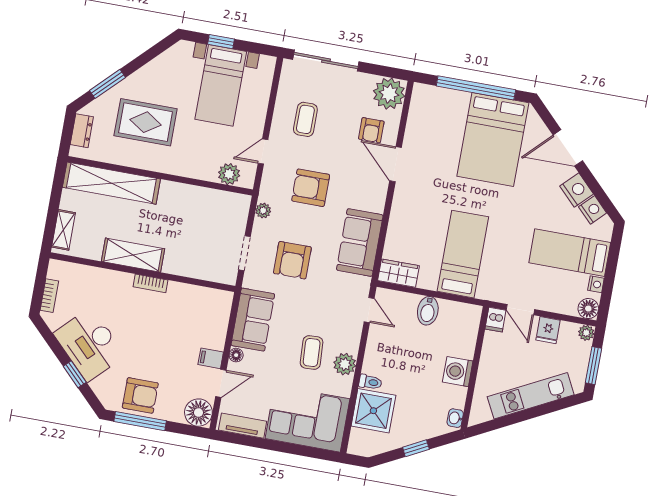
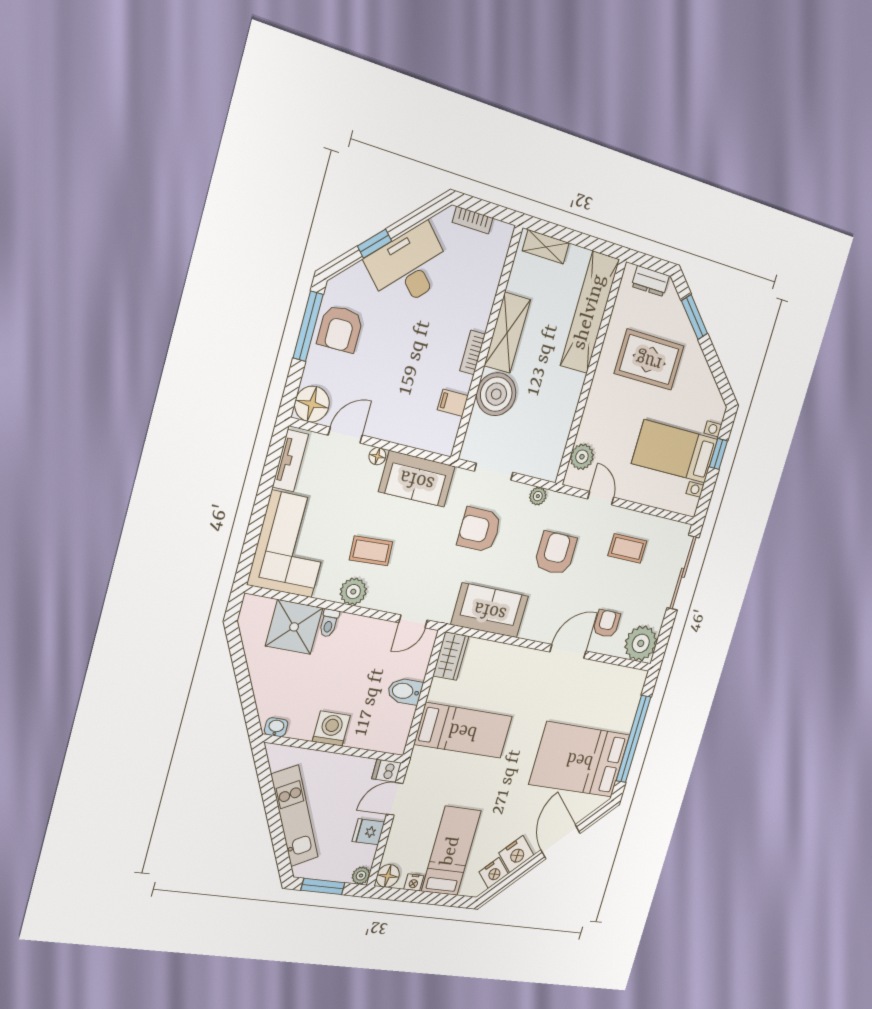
rug: (146, 122) -> (649, 360), turned 90
armchair: (371, 130) -> (607, 624), turned 90
boiler: (182, 259) -> (496, 394), added
filing cabinet: (211, 358) -> (453, 403), moved, turned -90
door: (221, 383) -> (345, 435), swing flipped
window: (416, 448) -> (243, 680), removed

